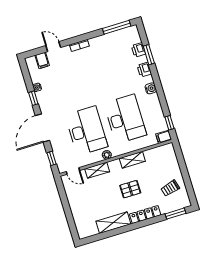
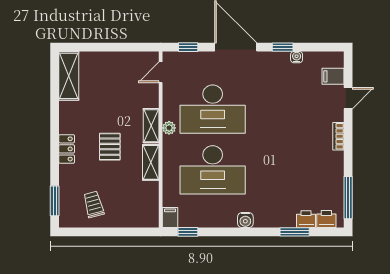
printer: (144, 70) -> (326, 219), moved
shelving: (97, 170) -> (151, 126), moved
locker: (145, 215) -> (67, 149), width x0.66
shelving: (113, 223) -> (69, 76), moved

